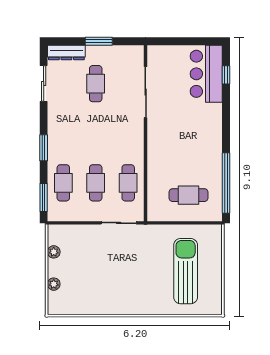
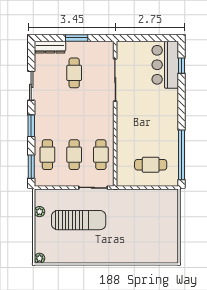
sliding door: (44, 83) -> (31, 86), moved
sun lounger: (186, 271) -> (79, 220), moved, turned 90
plant: (54, 284) -> (40, 258), moved

